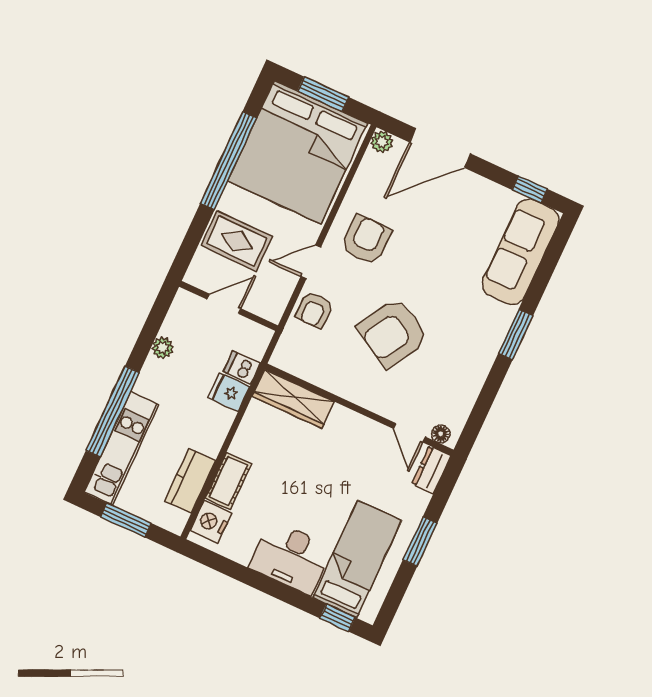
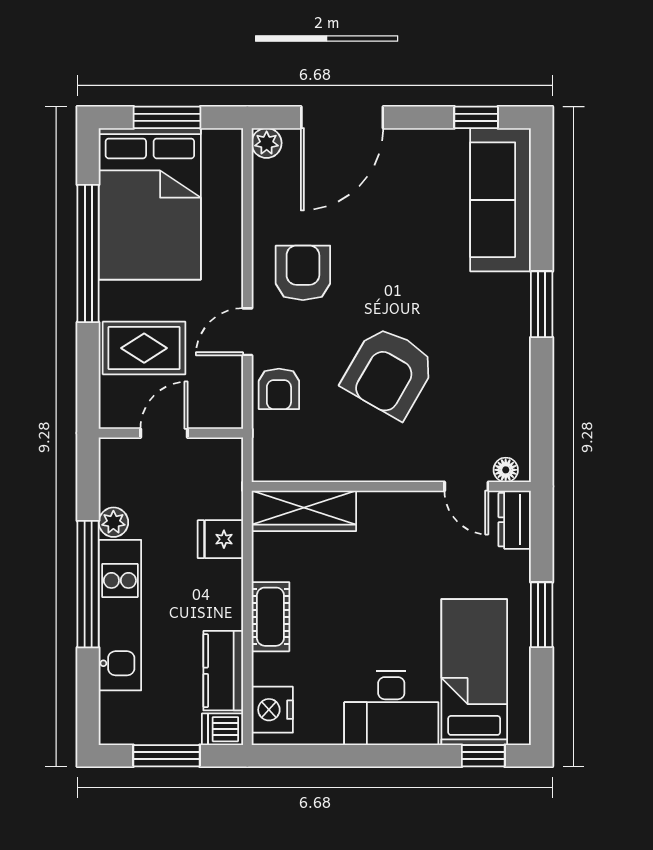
bed: (298, 152) -> (150, 204), width x0.73
dishwasher: (242, 367) -> (223, 729), moved
window: (113, 412) -> (88, 584), moved
kitchen unit: (121, 448) -> (120, 615), moved
cot: (228, 481) -> (270, 617), moved

